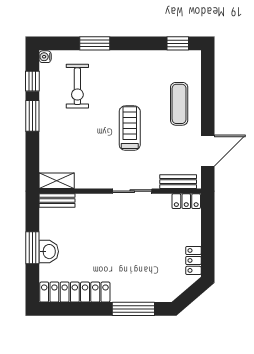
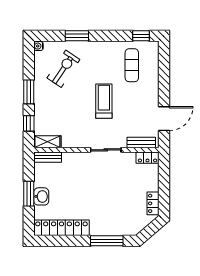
window: (32, 81) -> (29, 123), moved
exercise bike: (77, 86) -> (63, 69), turned -146
exercise mat: (179, 104) -> (132, 65), moved

